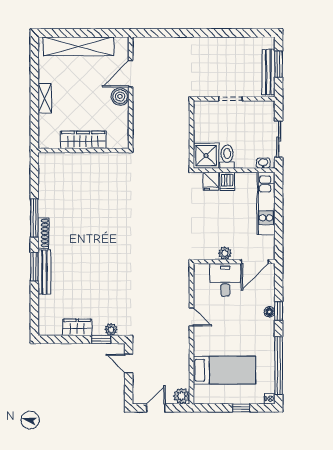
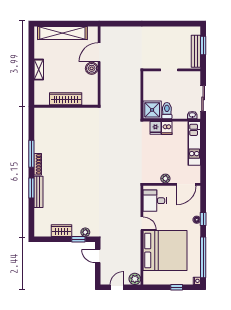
desk: (225, 280) -> (155, 201), moved, turned -90
bed: (224, 370) -> (165, 250), width x2.04

